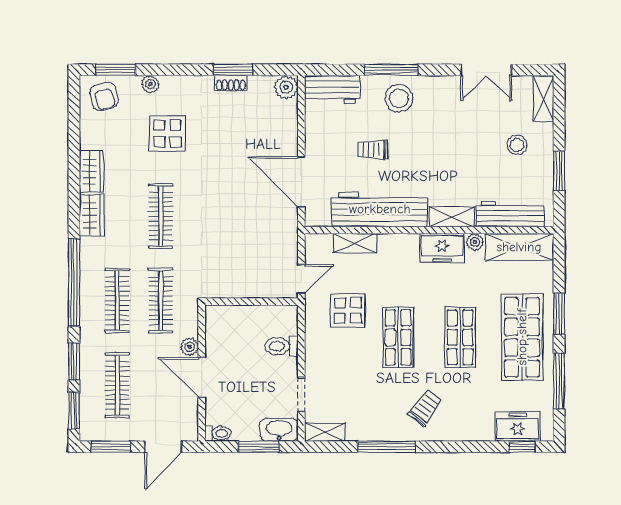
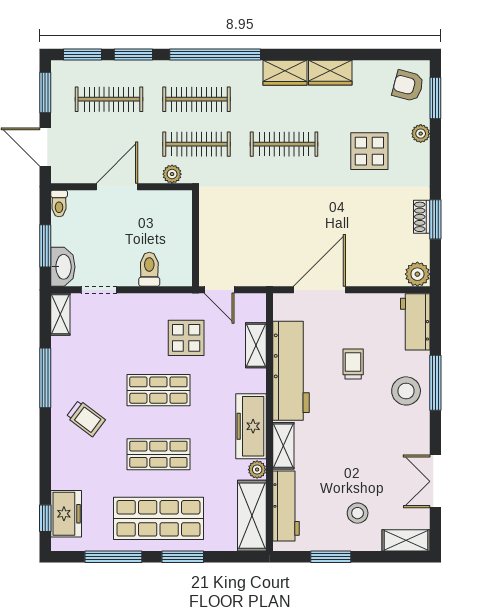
armchair: (104, 96) -> (408, 86), turned 30
freezer: (442, 248) -> (251, 426), width x1.40
plant: (190, 347) -> (172, 174), moved

